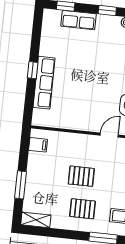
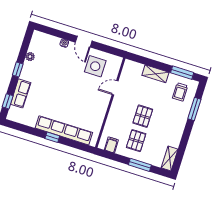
row of seats: (44, 83) -> (64, 130), width x1.36
door: (109, 135) -> (115, 88), hinge flipped
pallet: (83, 209) -> (136, 141), moved

